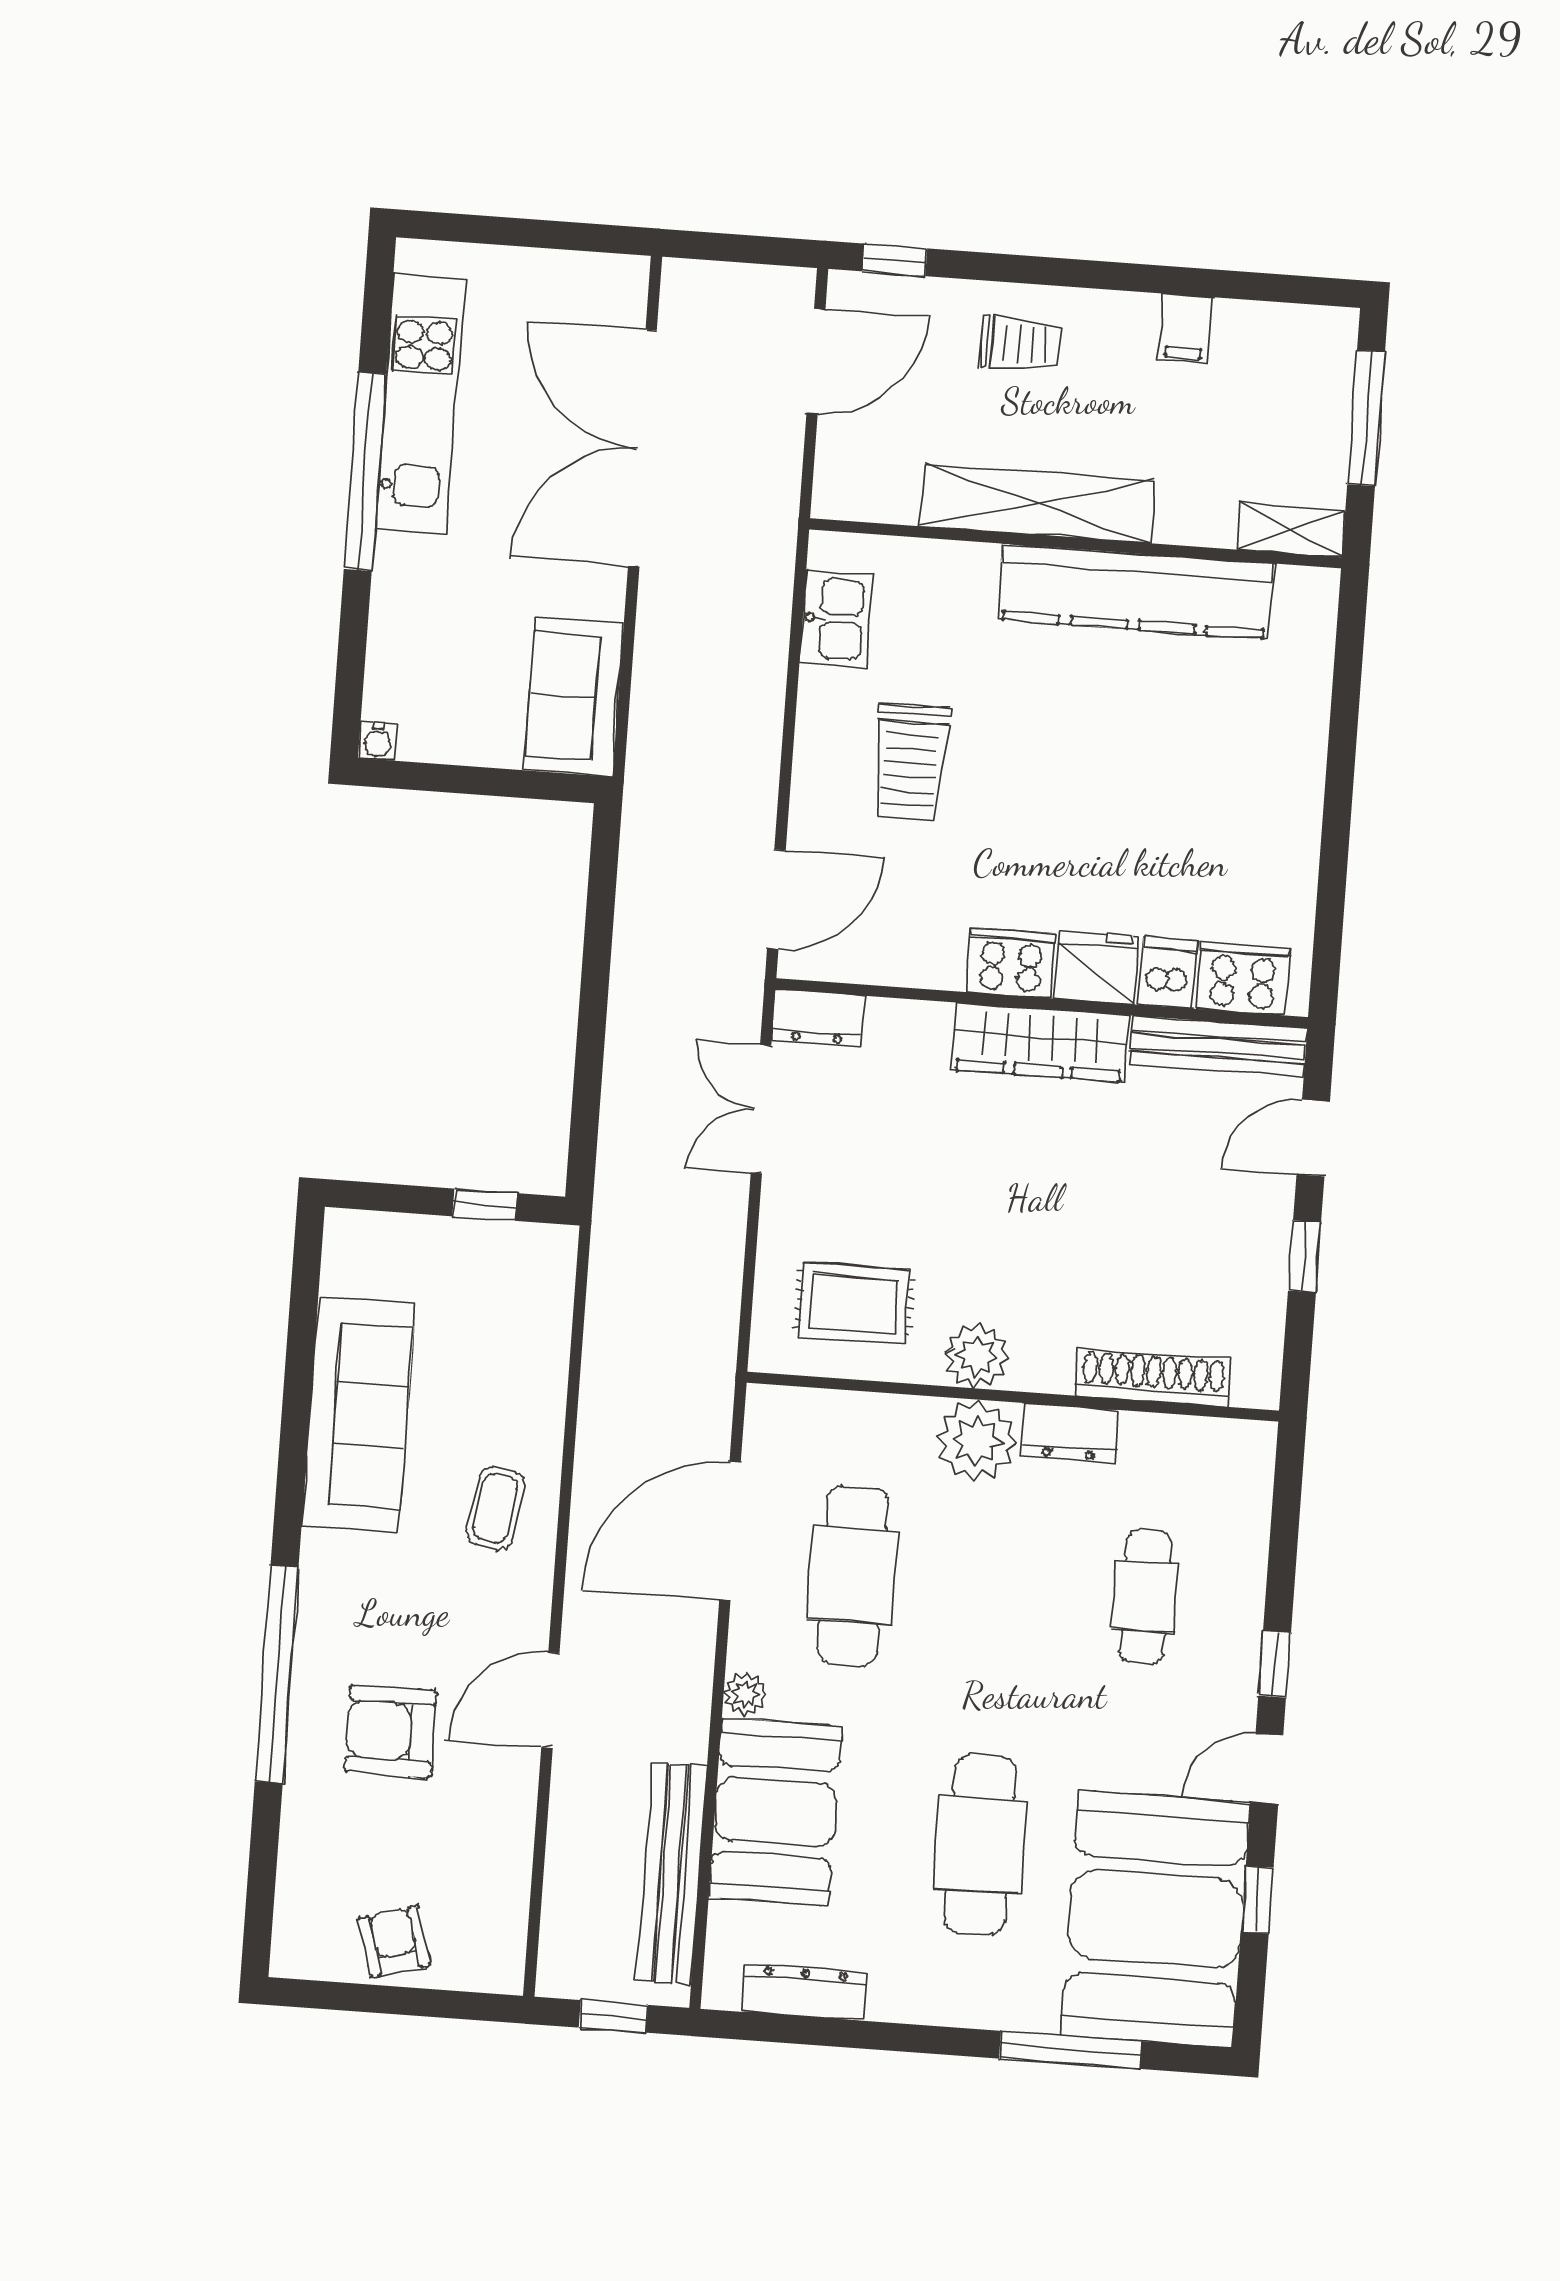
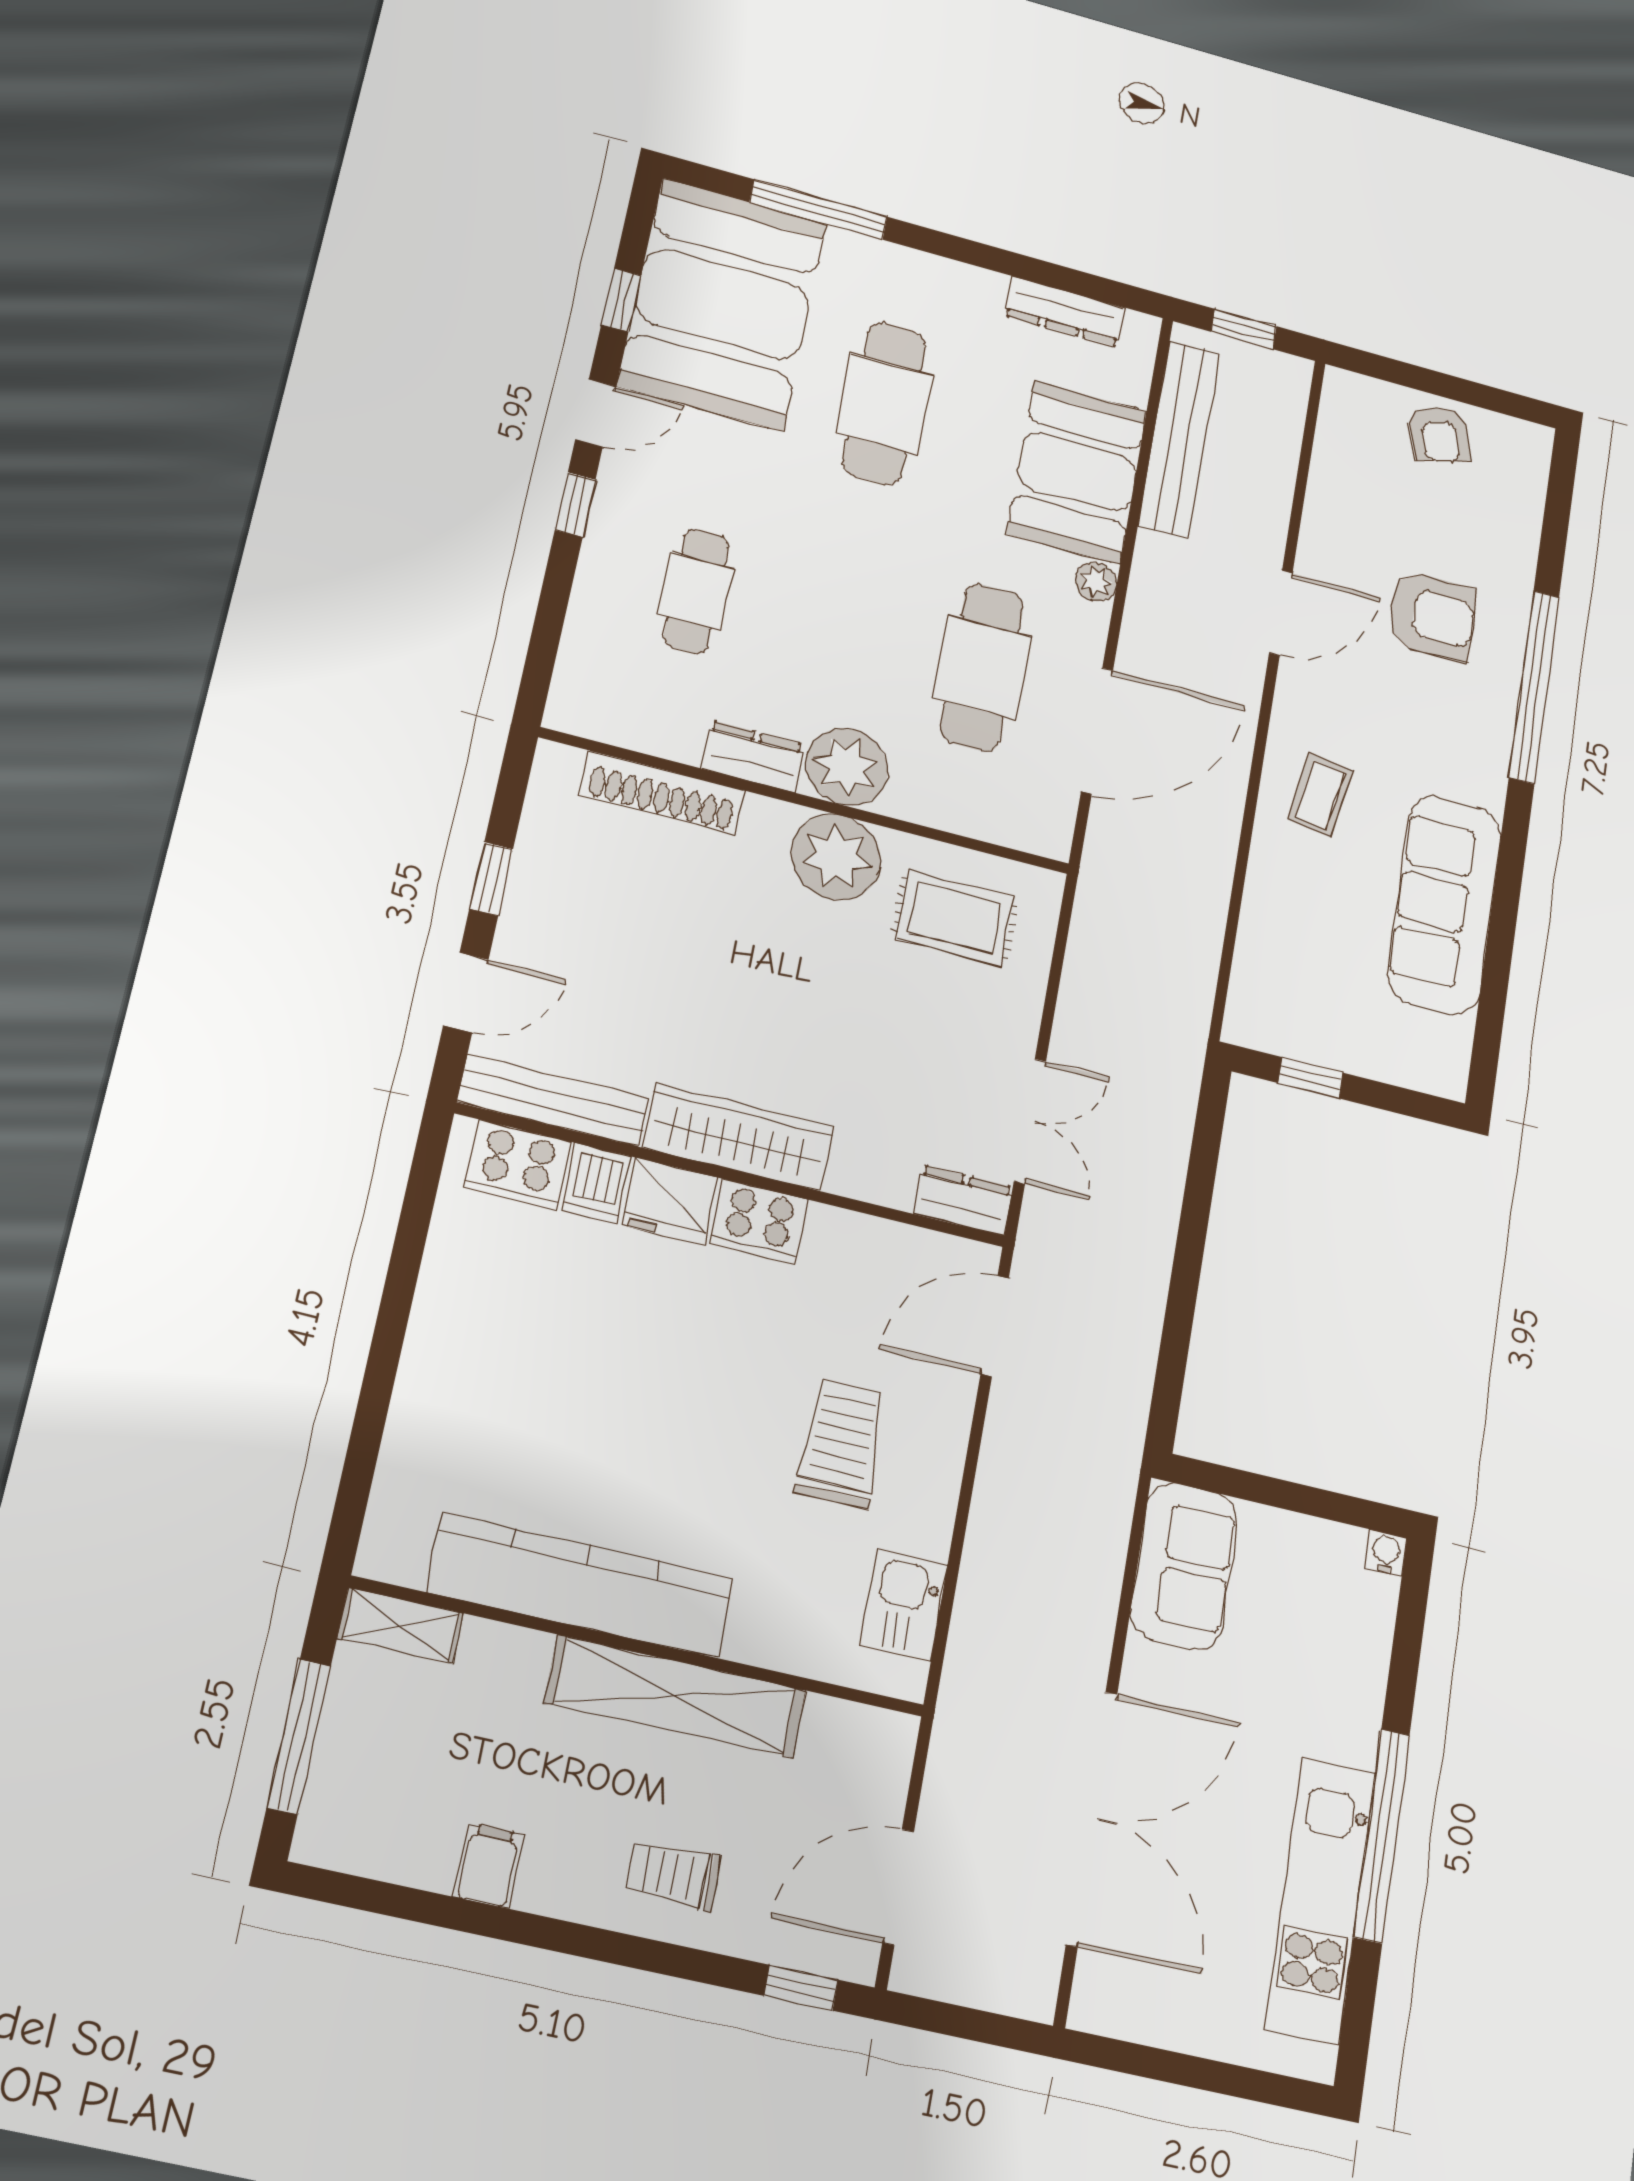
plant: (976, 1356) -> (836, 857), width x1.36, depth x1.36

